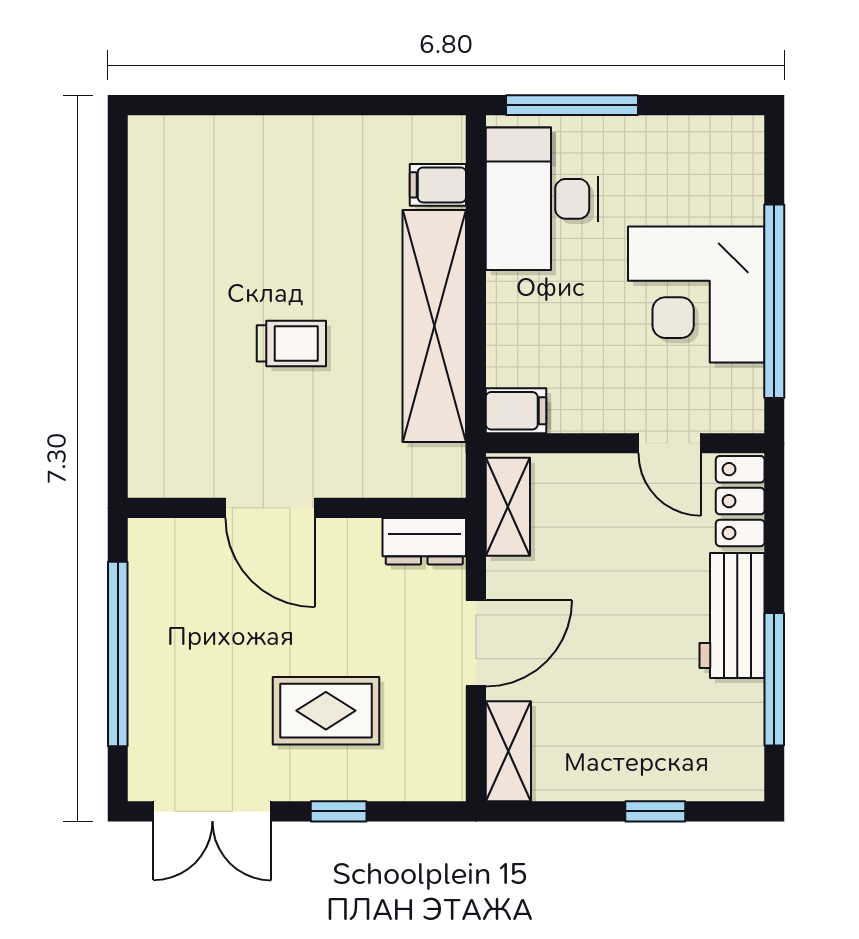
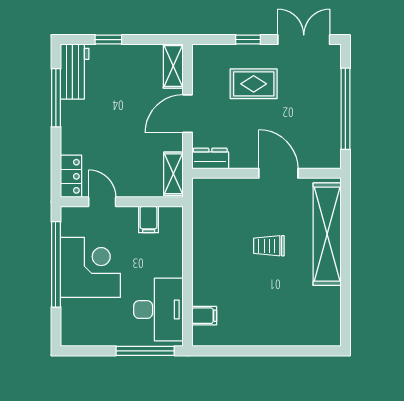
shelving: (434, 326) -> (327, 234), moved
filing cabinet: (516, 411) -> (149, 219), moved, turned -90
workbench: (732, 615) -> (75, 71), moved

